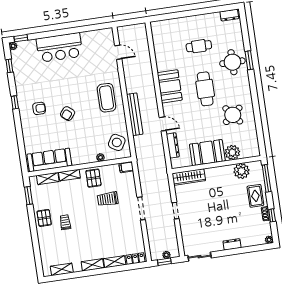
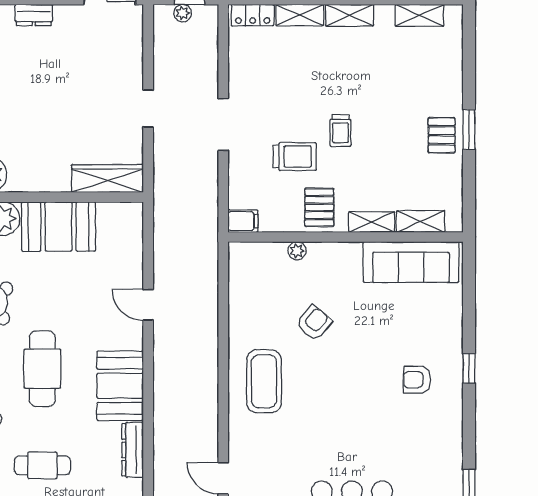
window: (15, 102) -> (469, 368), moved
armchair: (68, 114) -> (314, 323), moved
bench: (135, 114) -> (207, 336), removed
side table: (117, 142) -> (256, 279), removed
dresser: (173, 145) -> (133, 450), moved
window: (29, 195) -> (469, 129), moved
trolley: (65, 222) -> (340, 131), moved

